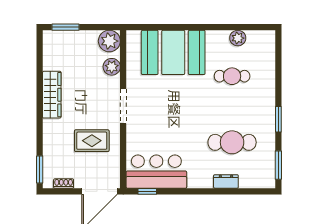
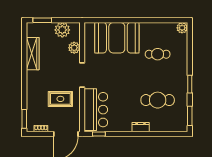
plant: (238, 38) -> (182, 28), moved
plant: (109, 41) -> (62, 30), moved
wardrobe: (52, 95) -> (33, 54), moved
bar counter: (156, 172) -> (96, 110), moved, turned 90
dresser: (226, 181) -> (141, 127), moved

